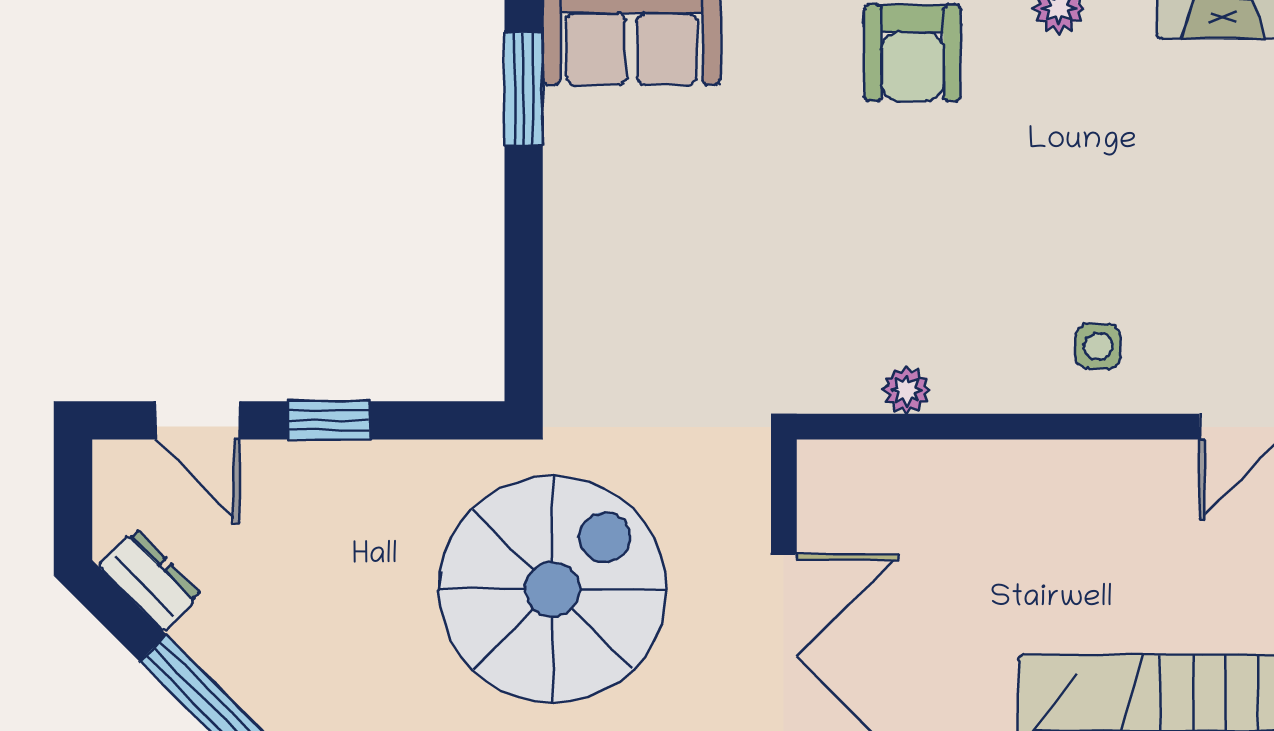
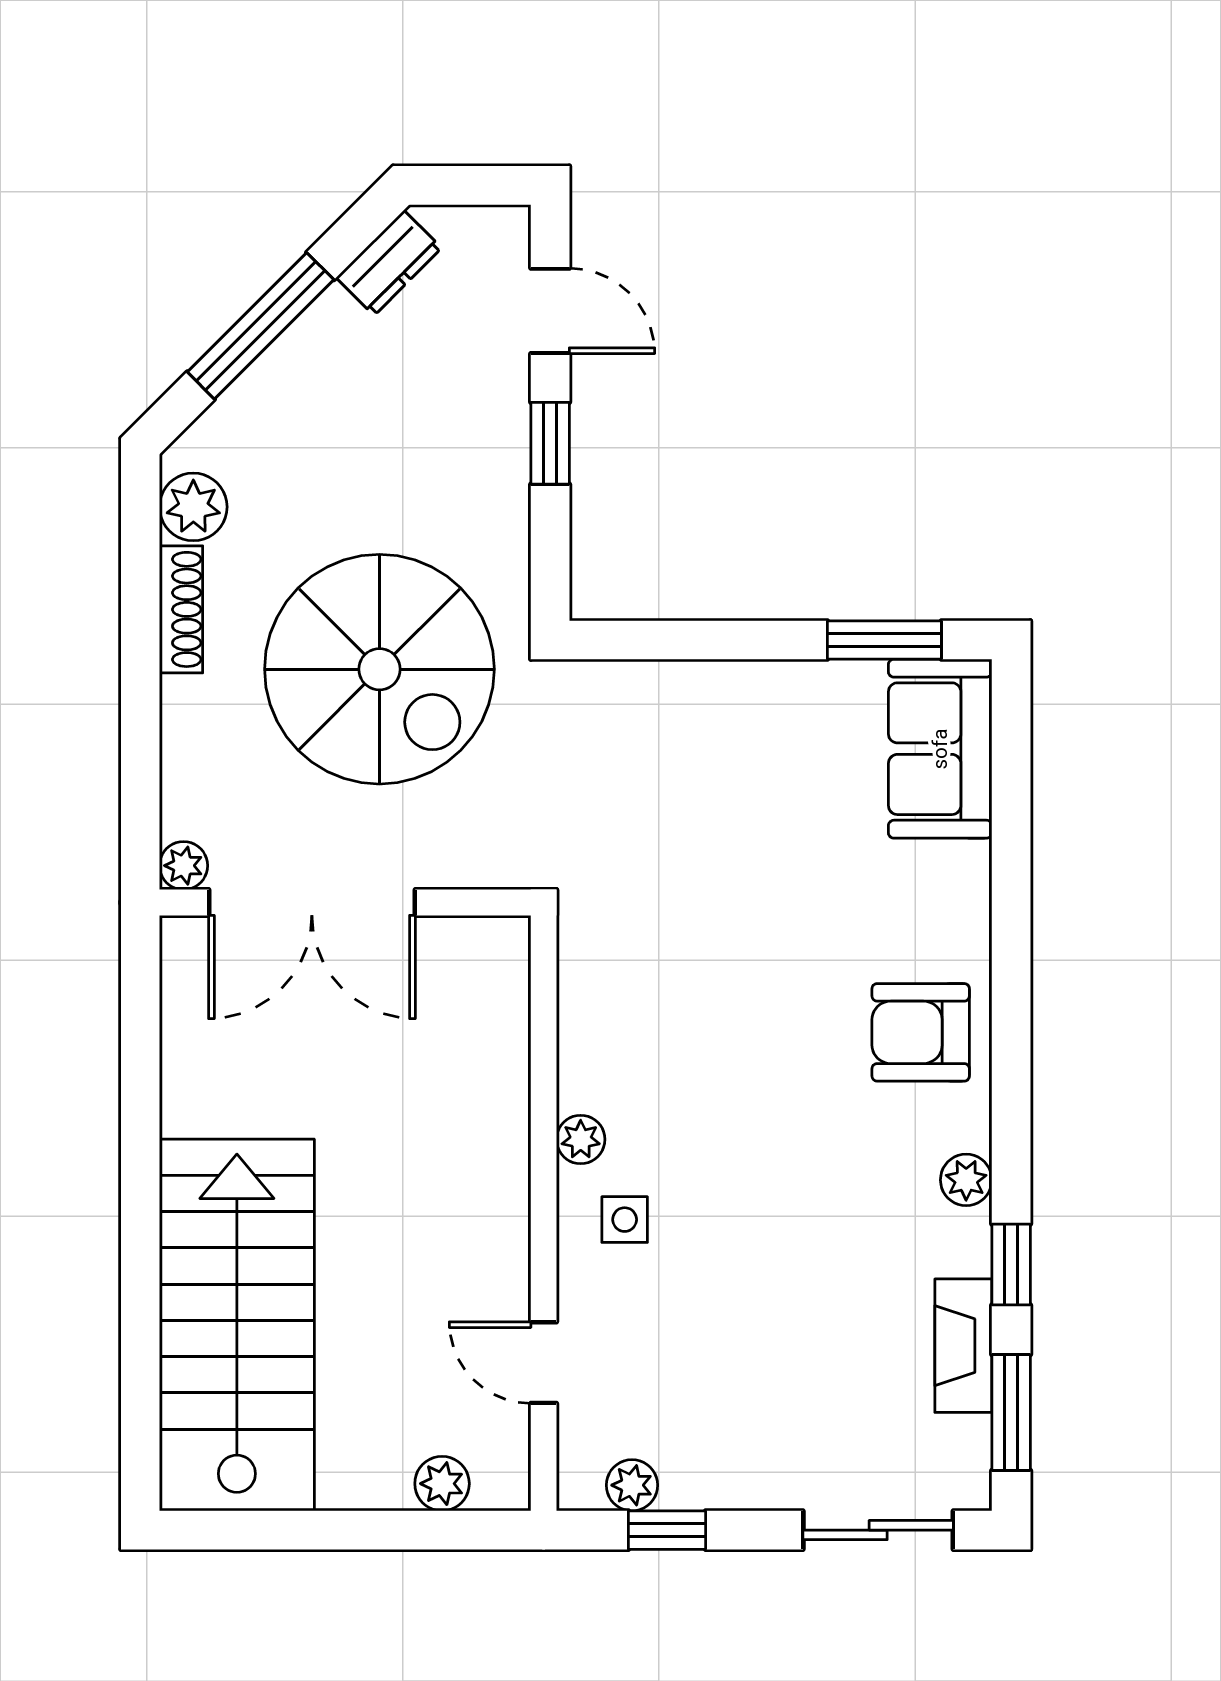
plant: (907, 390) -> (581, 1139), moved
door: (198, 420) -> (550, 311), swing flipped

